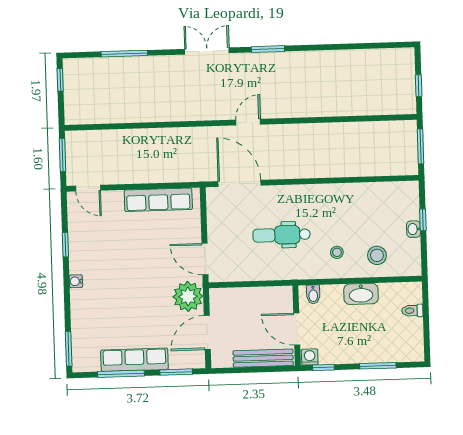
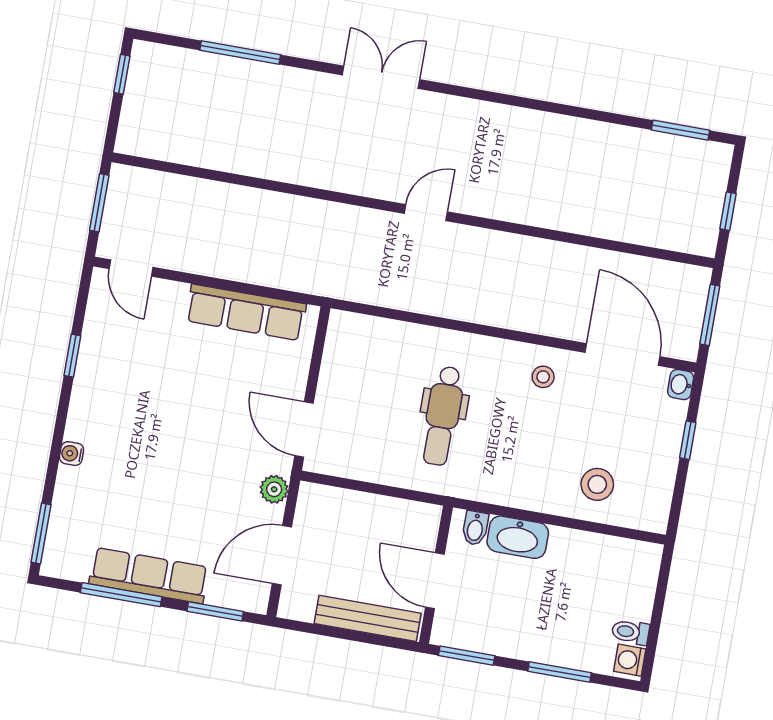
window: (268, 49) -> (681, 130), moved
door: (239, 183) -> (623, 355), moved
washbasin: (414, 229) -> (681, 385), moved
dental chair: (282, 235) -> (443, 416), turned -90
stool: (337, 252) -> (543, 377), moved
water cooler: (76, 281) -> (72, 454), moved
washbasin: (361, 294) -> (518, 537), moved
plant: (188, 296) -> (274, 489), width x0.53, depth x0.53
toilet: (412, 311) -> (630, 632), moved
washing machine: (310, 357) -> (630, 660), moved, turned -90
window: (323, 367) -> (467, 656), width x1.50

